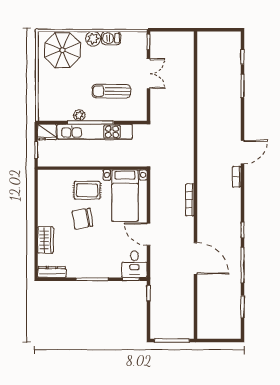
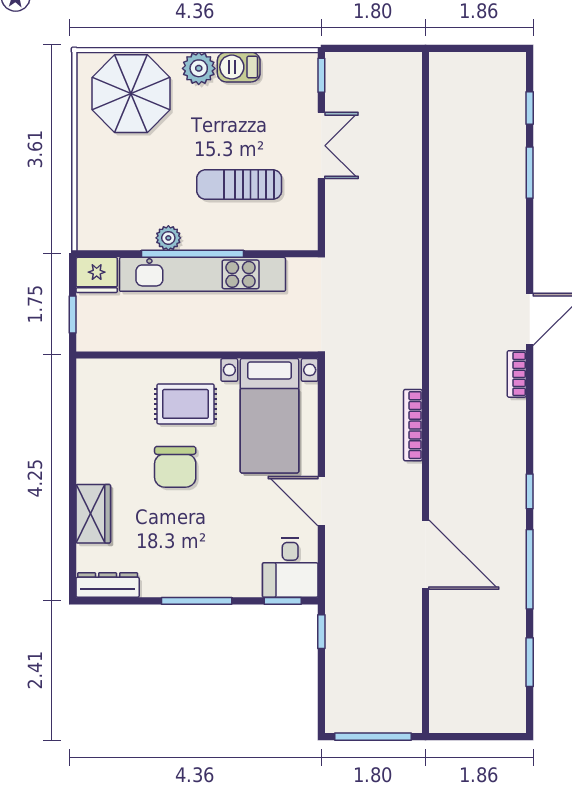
chair: (82, 219) -> (175, 467), turned -80

